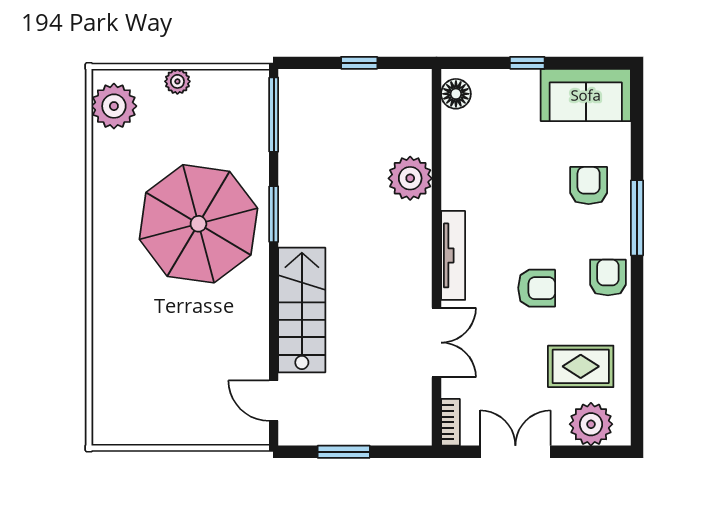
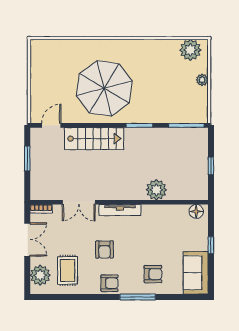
parasol: (198, 224) -> (104, 88), moved

